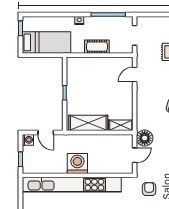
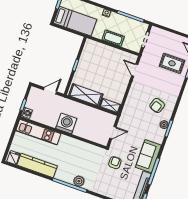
door: (135, 75) -> (135, 70), hinge flipped
door: (46, 132) -> (50, 91), swing flipped
floor lamp: (145, 138) -> (125, 122), removed
washing machine: (28, 140) -> (27, 113), moved
kitchen unit: (72, 185) -> (38, 132), width x0.54

